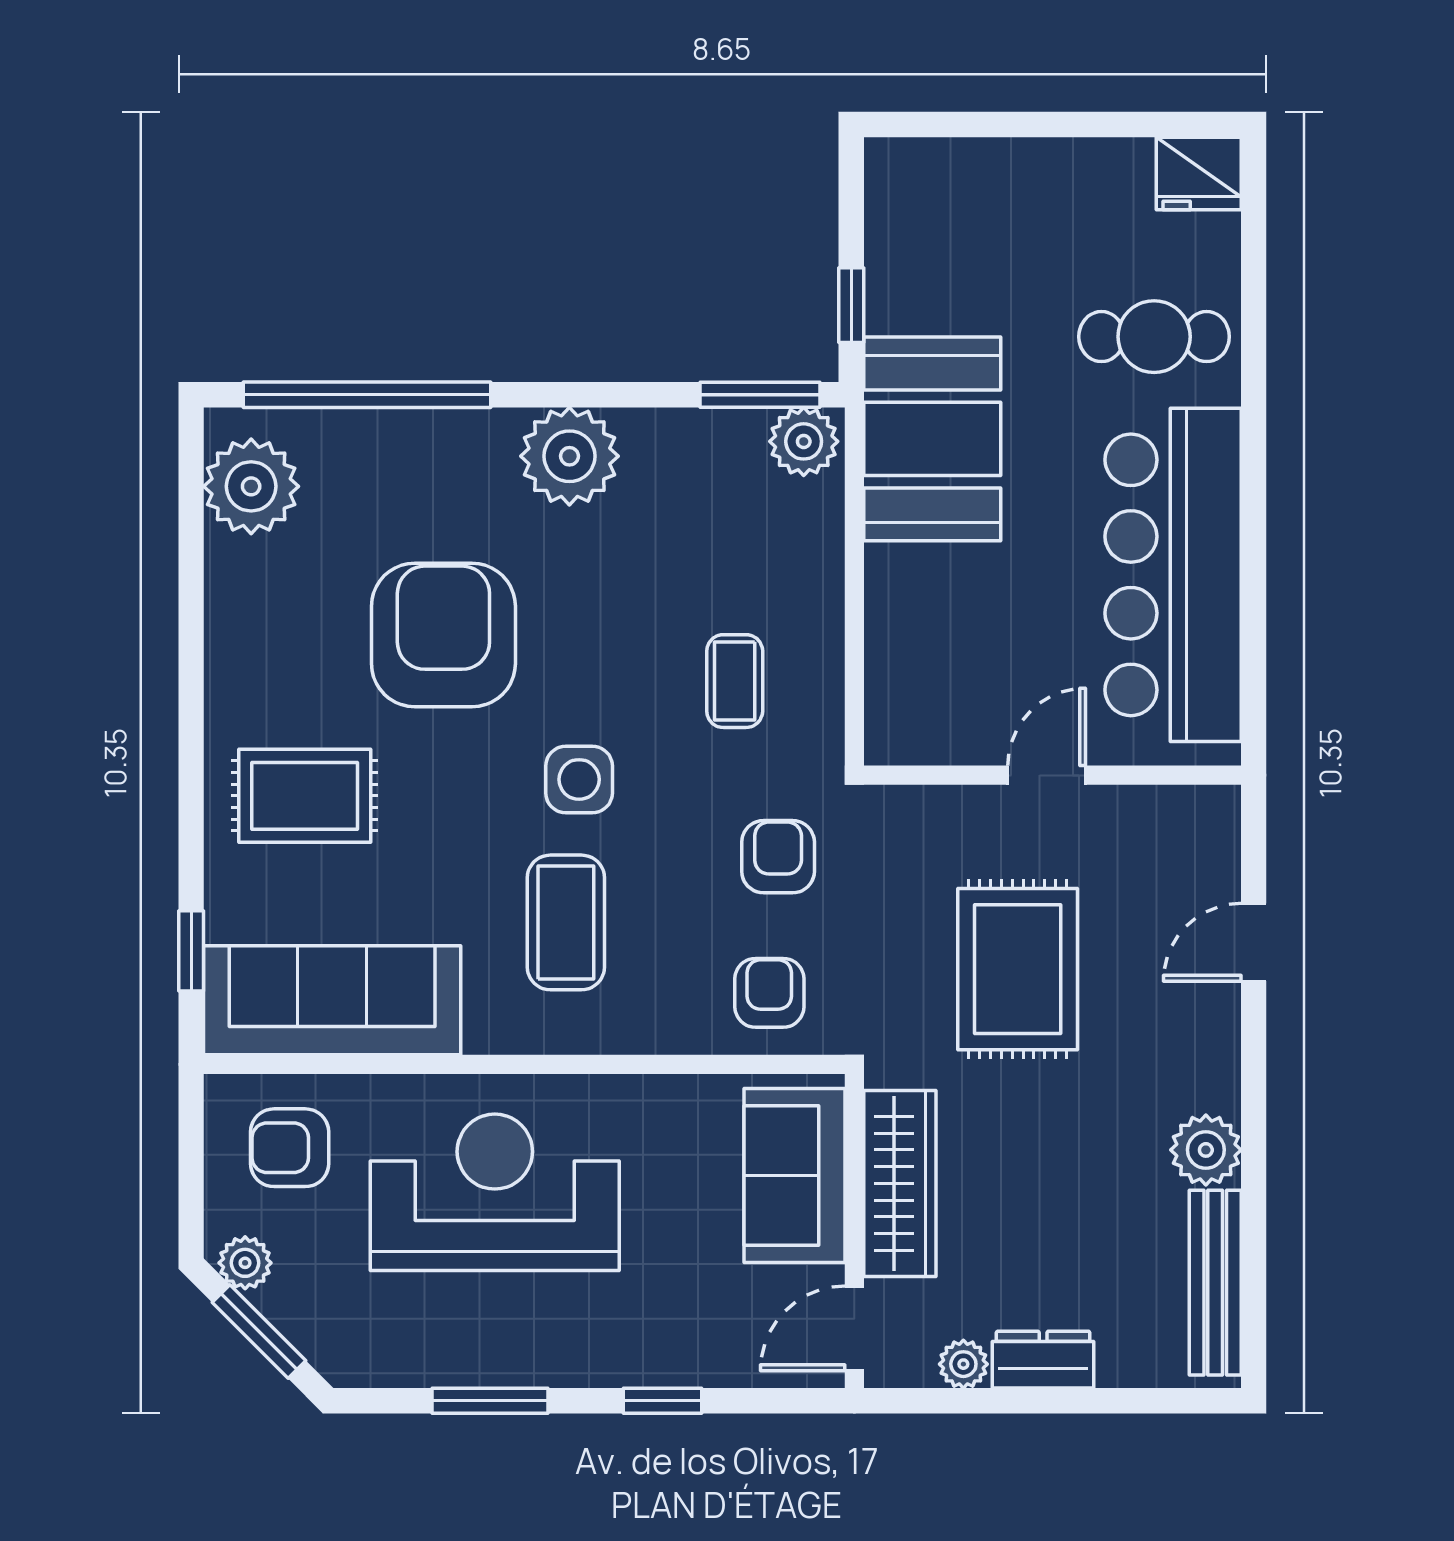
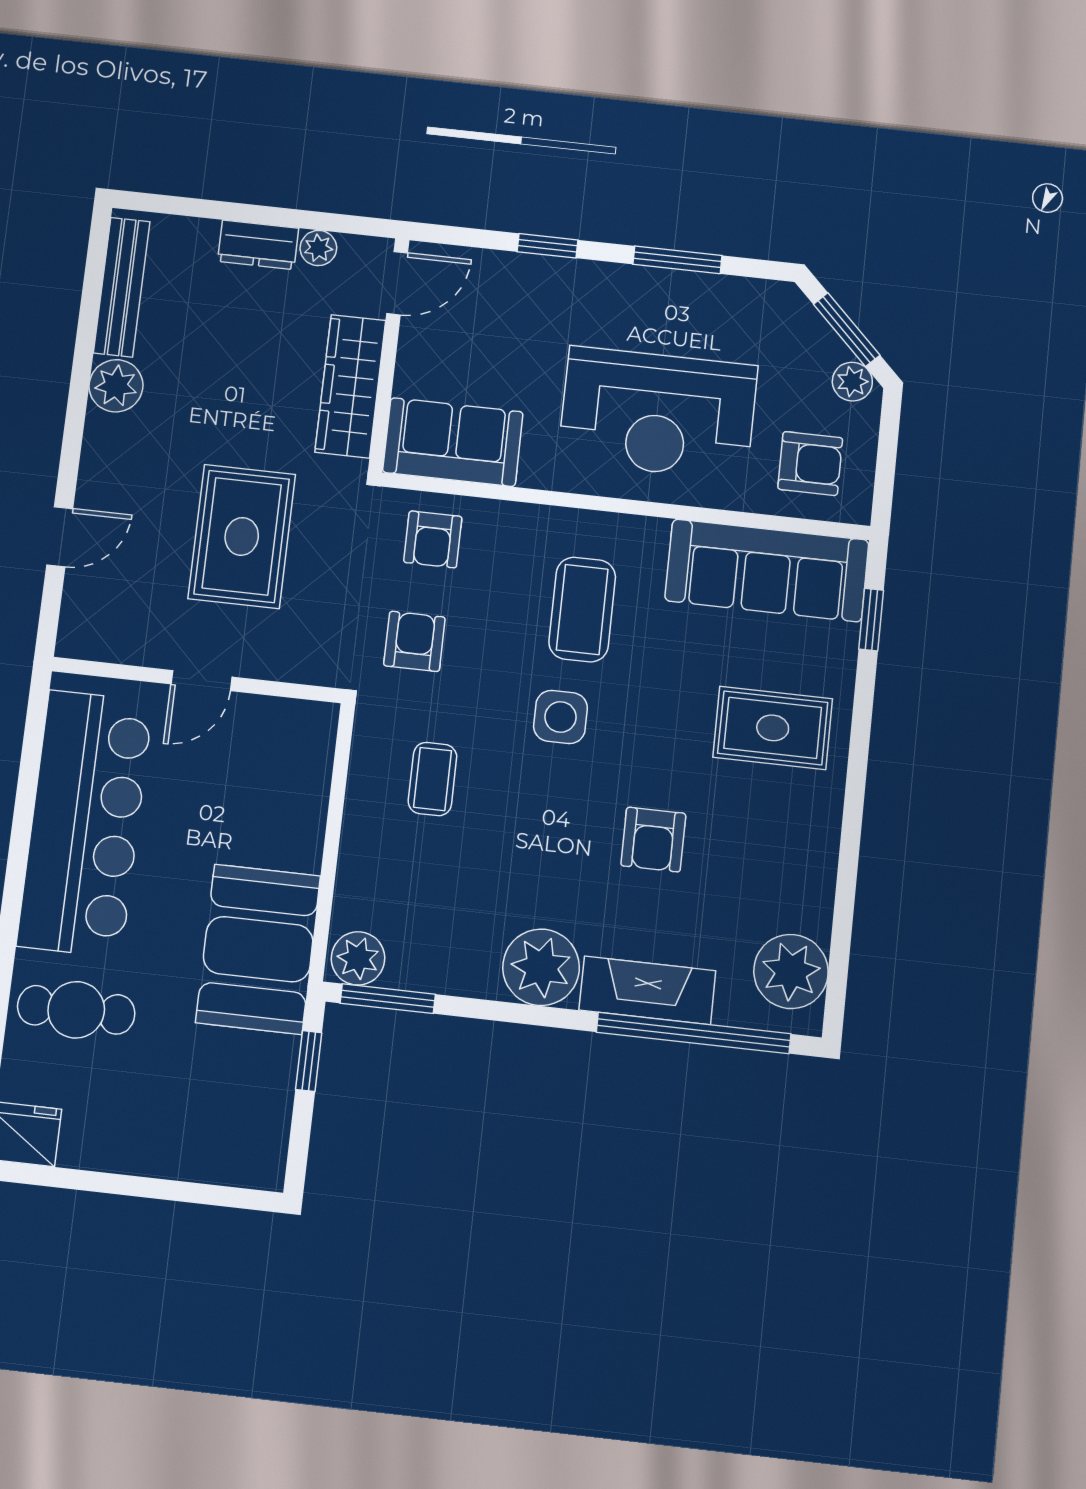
fireplace: (431, 442) -> (647, 990), added
armchair: (443, 635) -> (653, 840), width x0.53, depth x0.53
armchair: (778, 857) -> (414, 641), turned 180
sofa: (795, 1176) -> (453, 442), moved, turned -90

